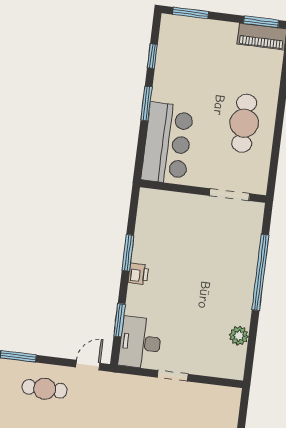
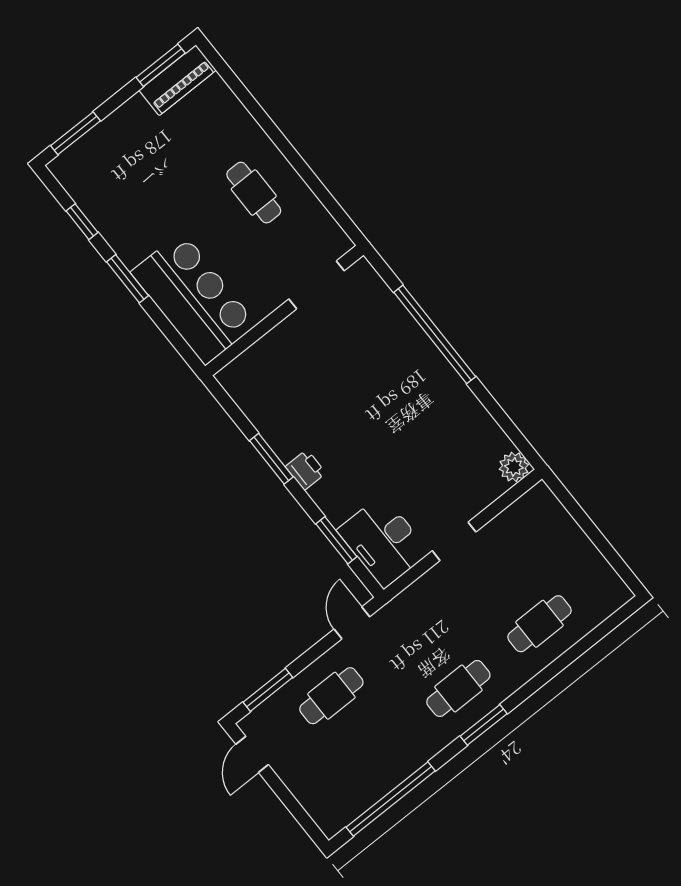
cafe table: (244, 123) -> (254, 193), width x0.73, depth x0.74
plant: (239, 336) -> (514, 467), moved

